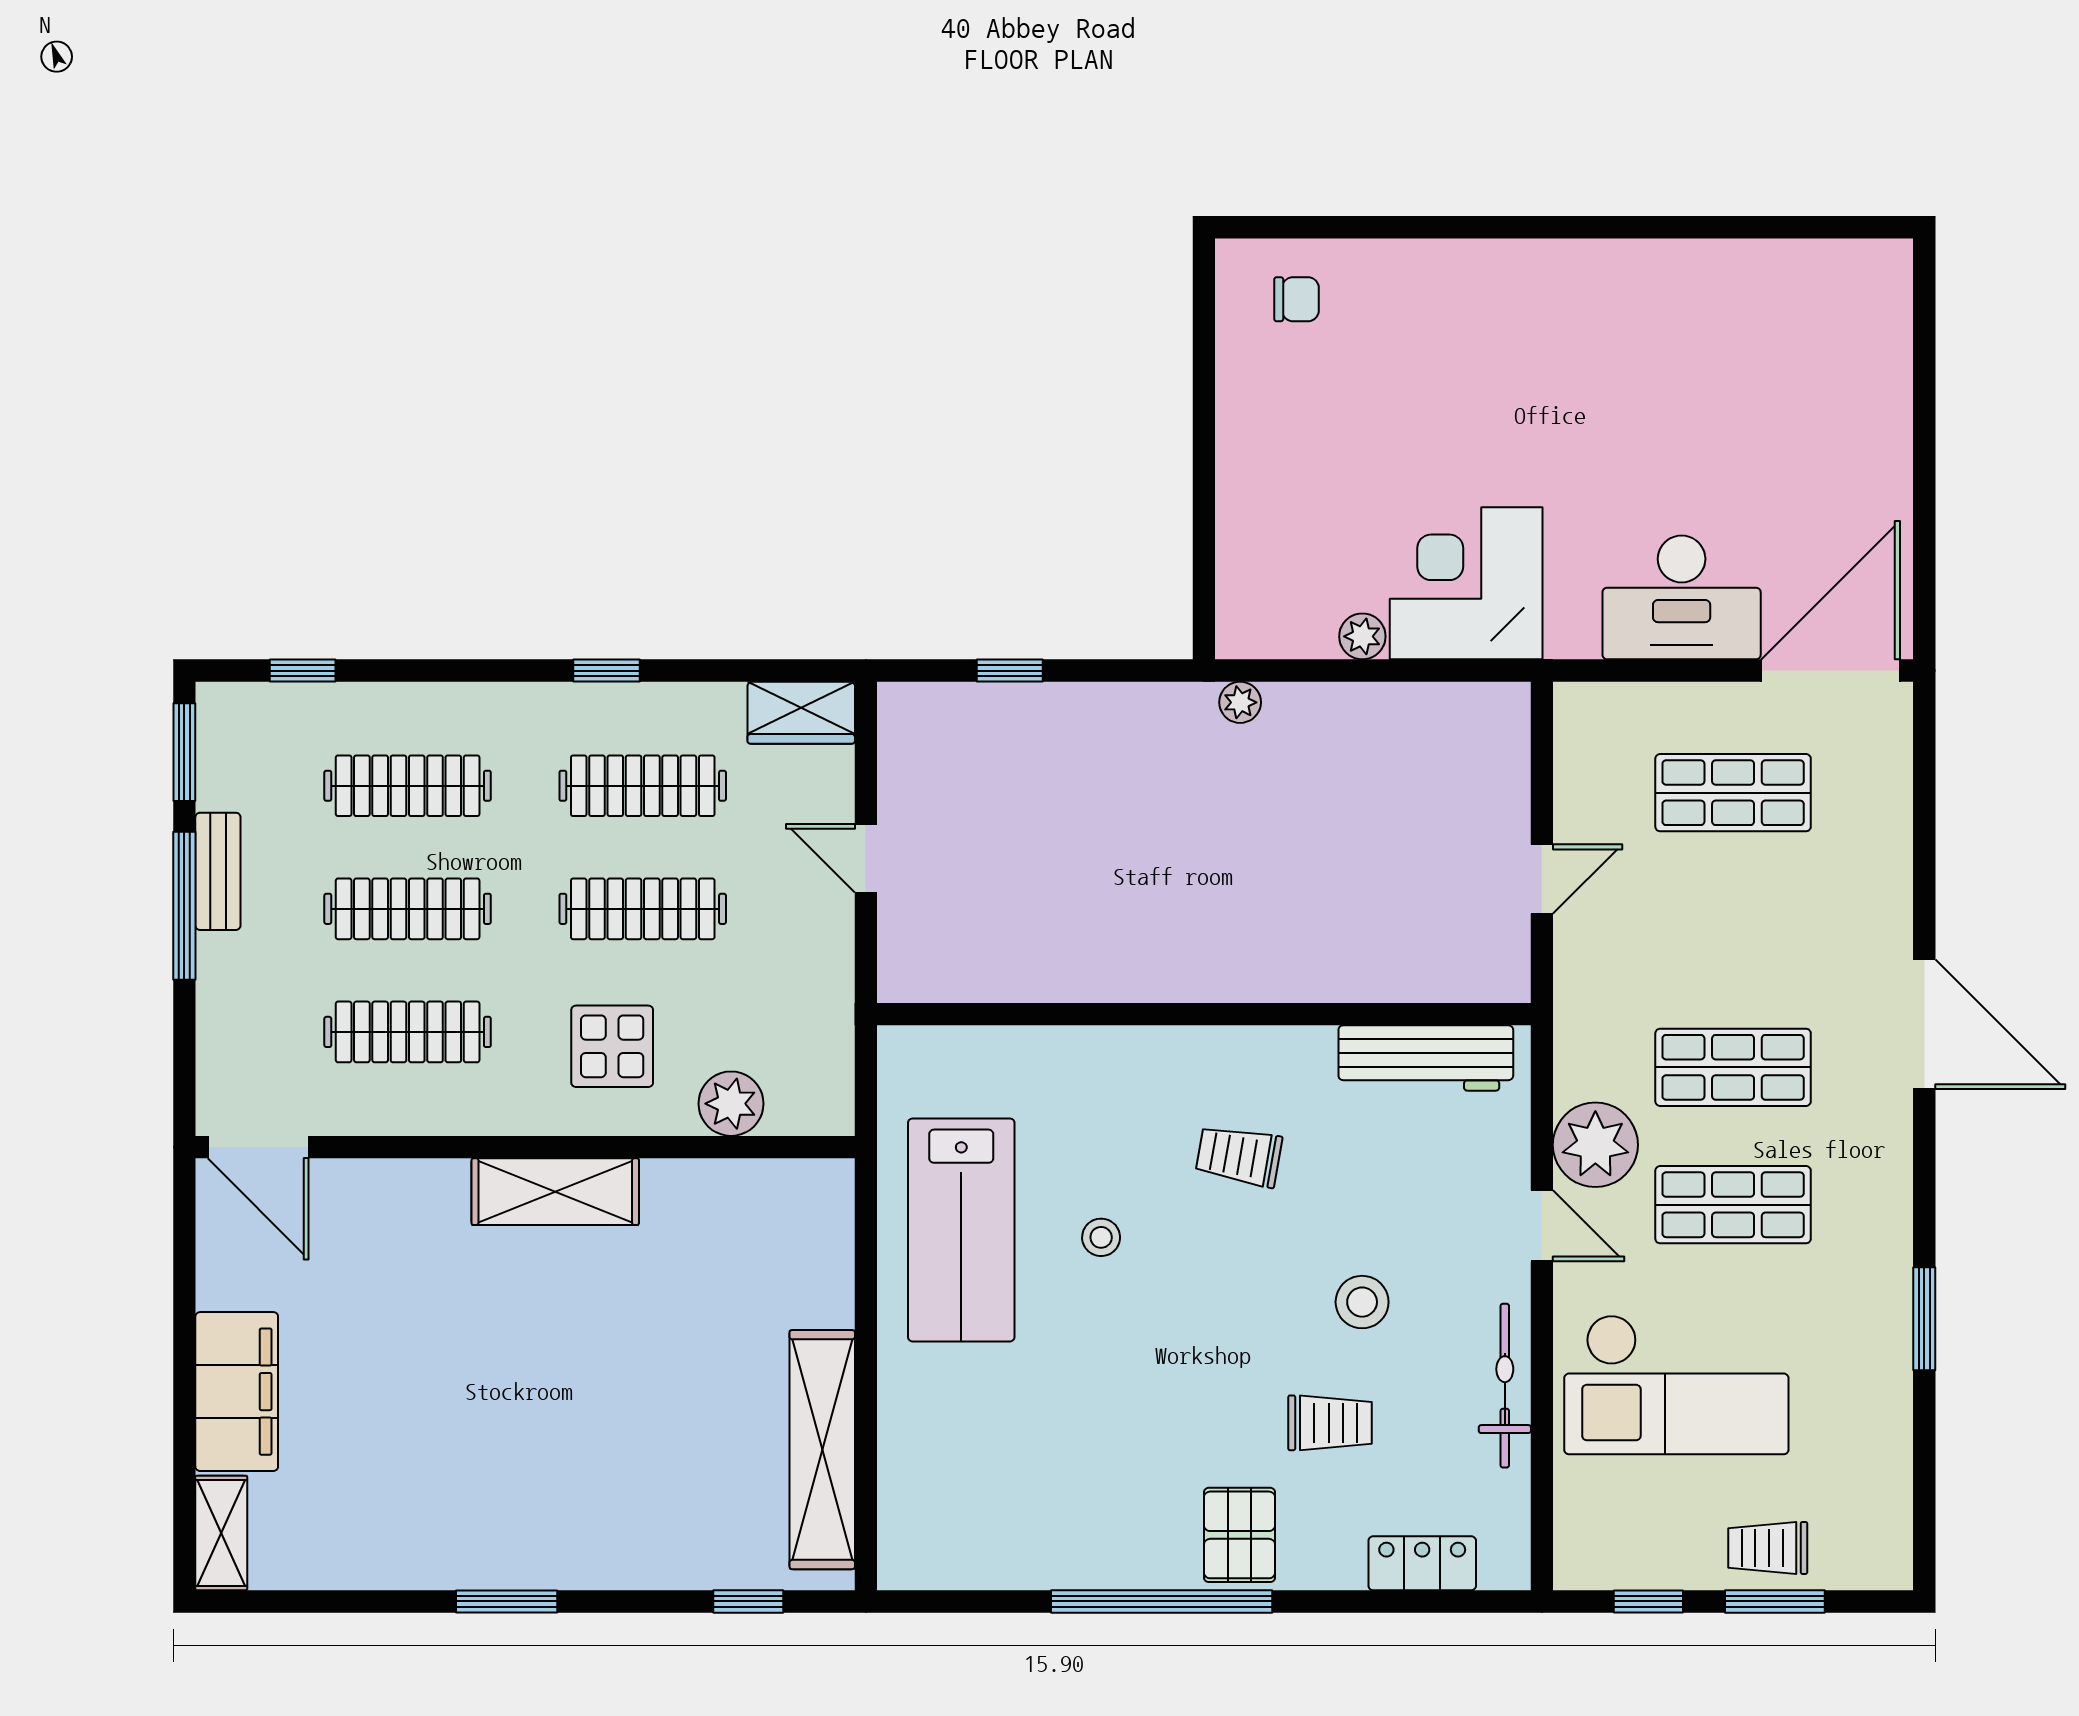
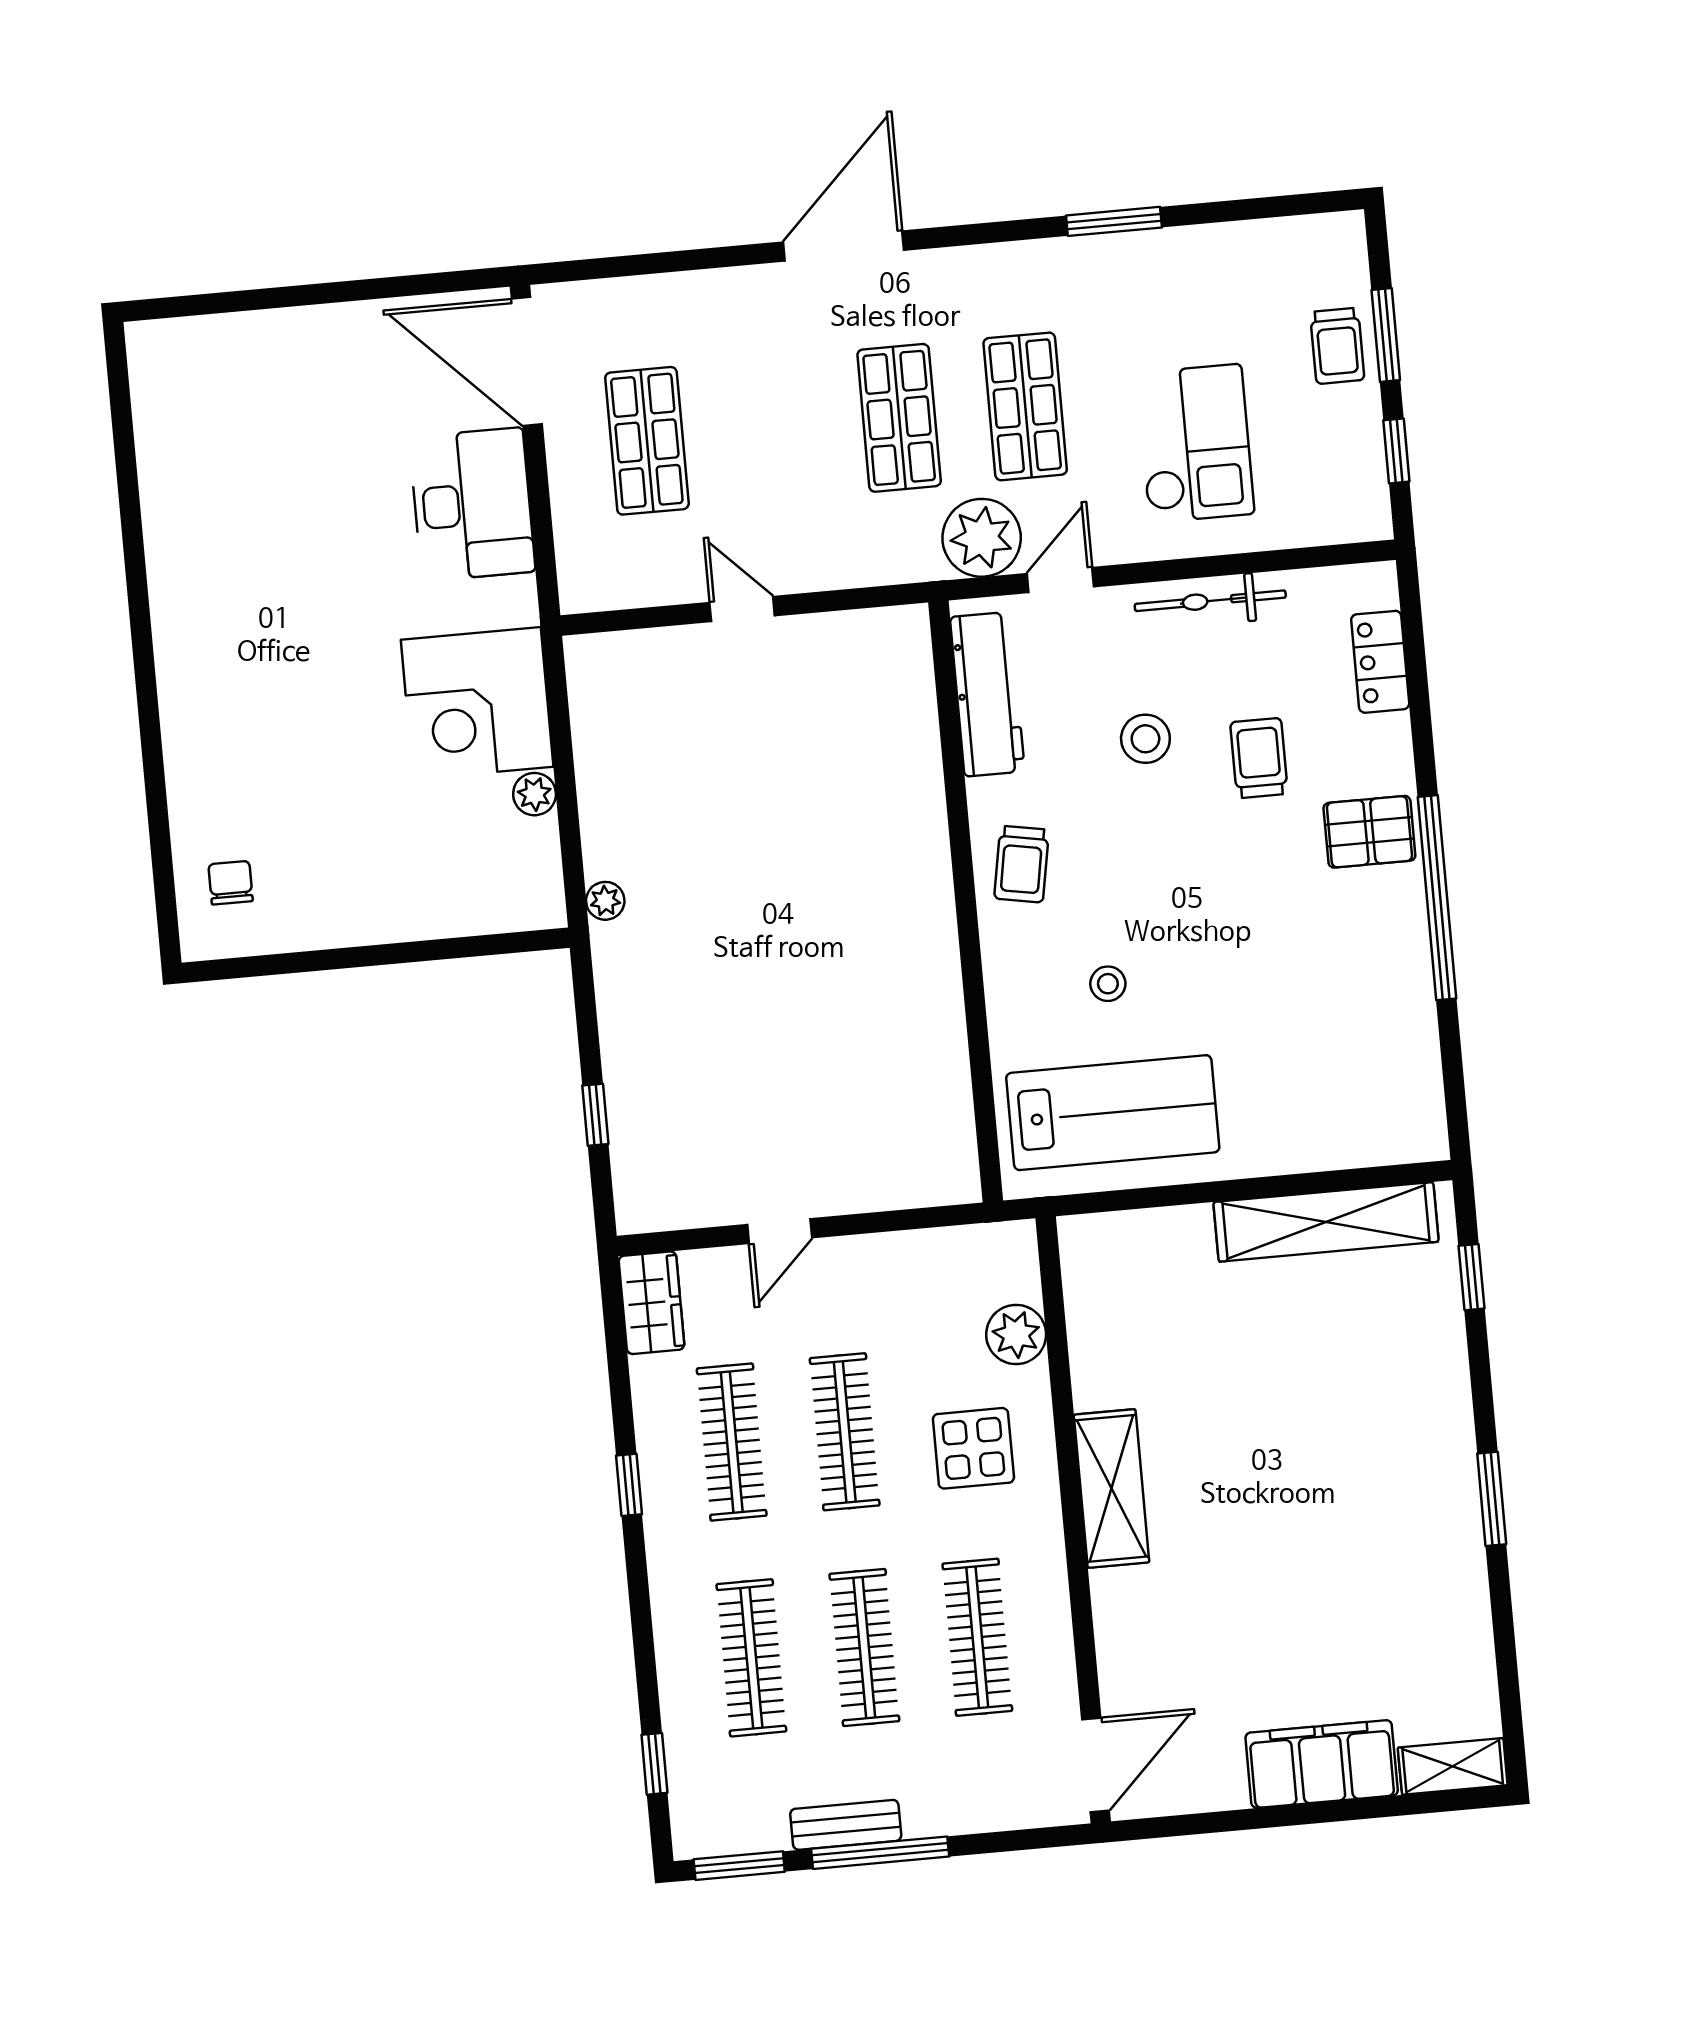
wall: (1204, 1014) -> (966, 901), moved
workbench: (1426, 1058) -> (987, 694), moved
checkout: (1676, 1385) -> (1195, 443), width x0.73, depth x0.83

